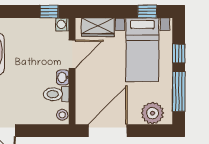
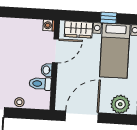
window: (49, 11) -> (38, 14), removed
window: (147, 11) -> (108, 18), moved
stool: (62, 115) -> (19, 102), moved

